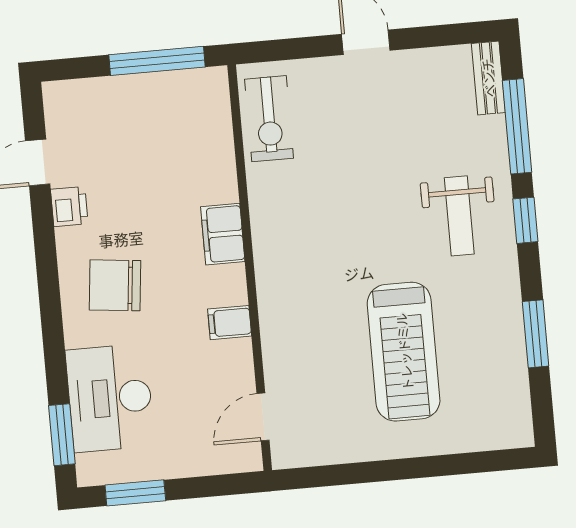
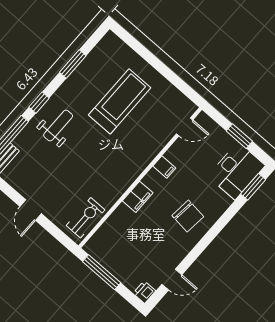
printer: (69, 207) -> (144, 292), moved
desk: (110, 398) -> (236, 171), moved
window: (135, 493) -> (239, 136), moved

